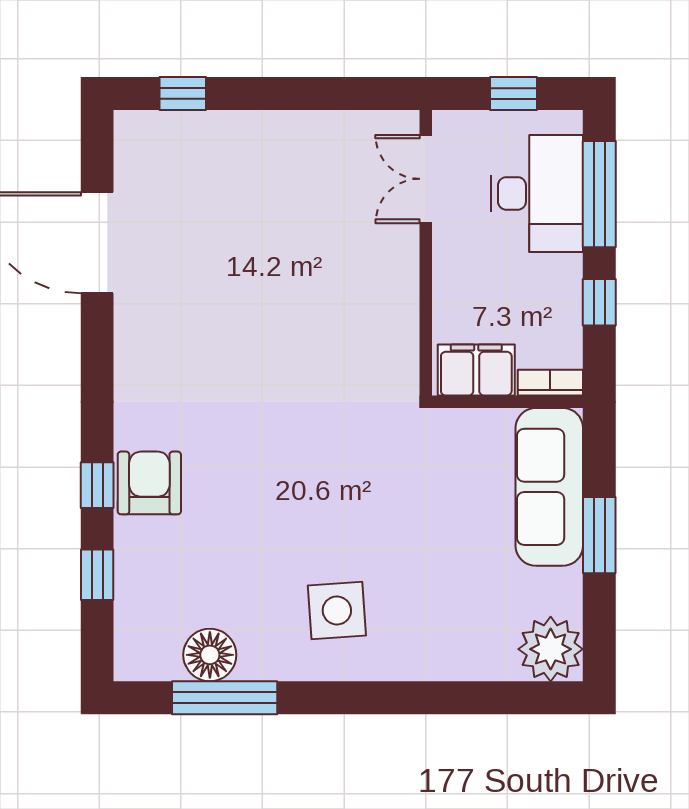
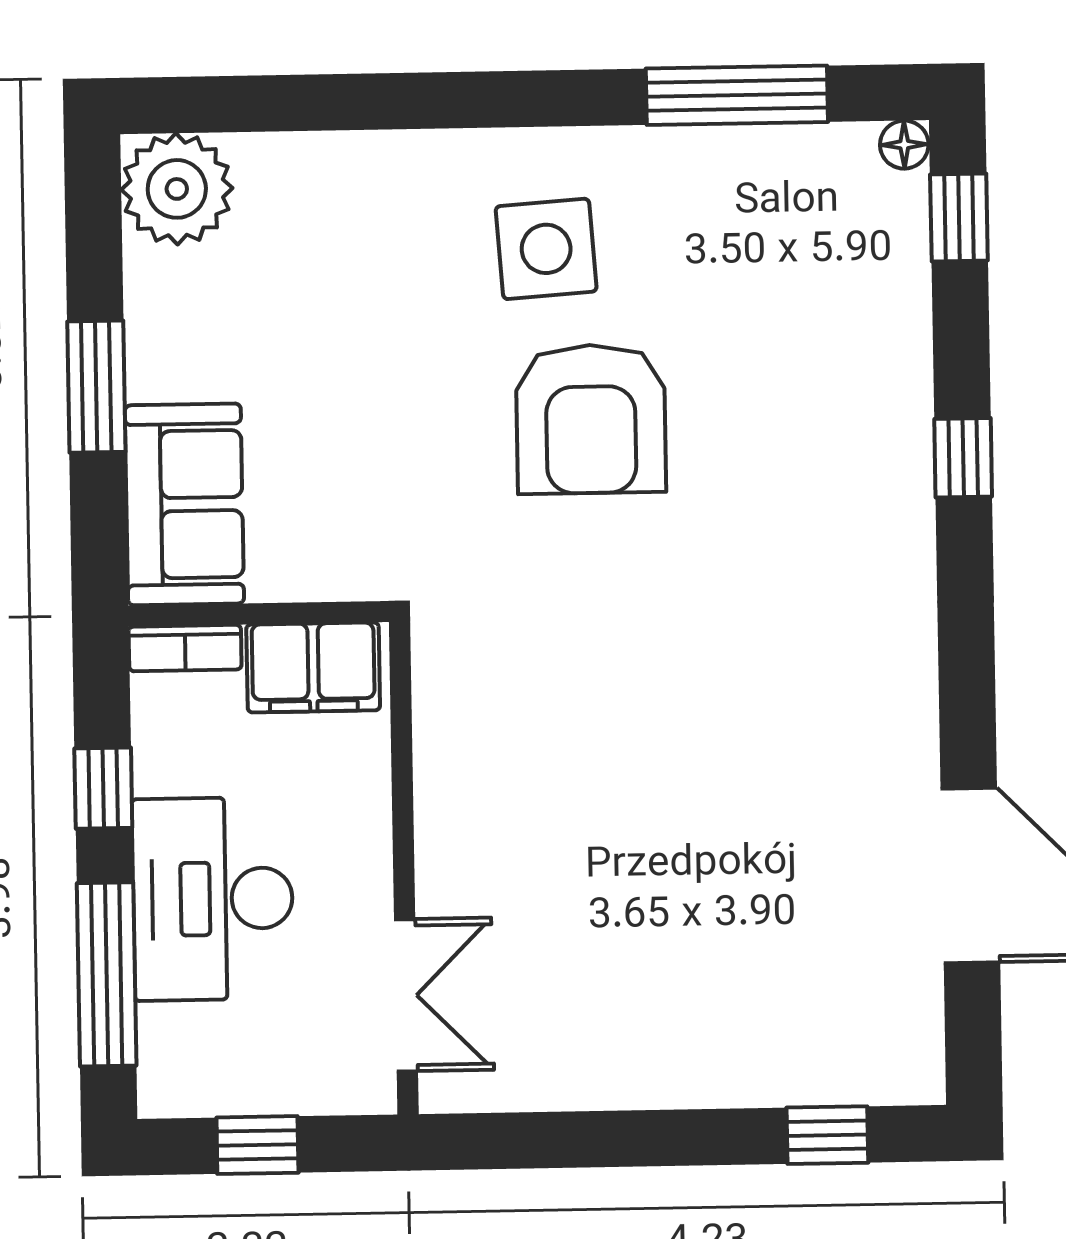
desk: (537, 193) -> (213, 899), moved
armchair: (149, 483) -> (591, 419), moved, width x1.36, depth x1.36
sofa: (549, 487) -> (184, 504), width x0.73
window: (97, 575) -> (959, 217), moved
floor lamp: (210, 655) -> (904, 145), moved, width x0.53, depth x0.53

